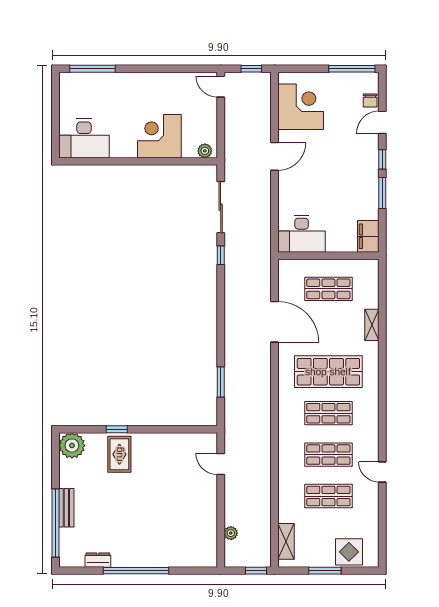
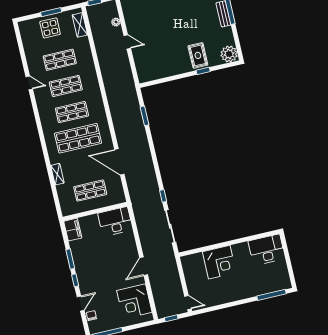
plant: (205, 151) -> (188, 260), removed
door: (221, 464) -> (127, 42), moved
display table: (349, 552) -> (50, 28), moved

